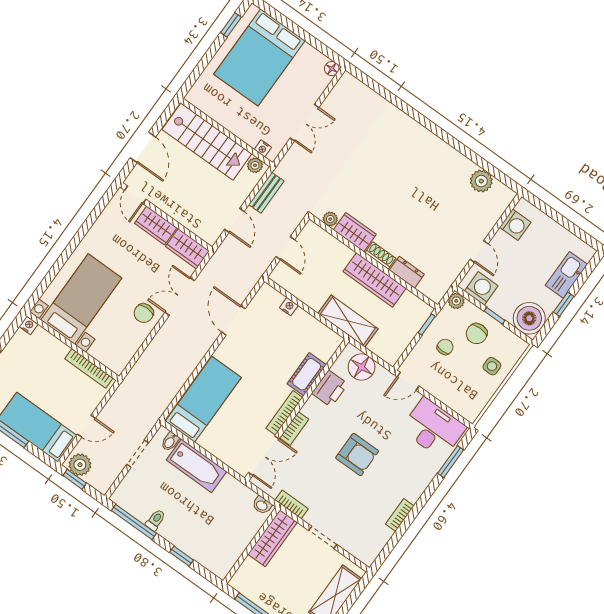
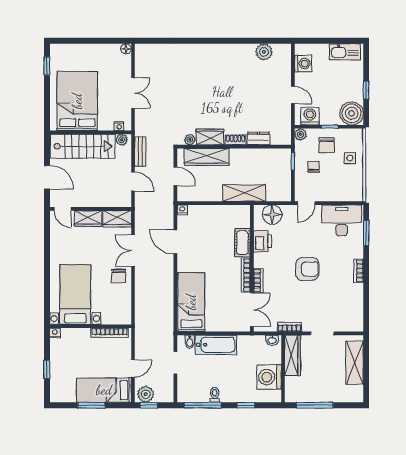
bed: (259, 57) -> (77, 101), moved, turned 180
kitchen sink: (566, 275) -> (345, 52), moved, turned -90
wardrobe: (374, 280) -> (207, 157), moved
nightstand: (289, 307) -> (182, 210), moved
bookcase: (400, 515) -> (359, 271), moved
washing machine: (229, 544) -> (269, 377), added

